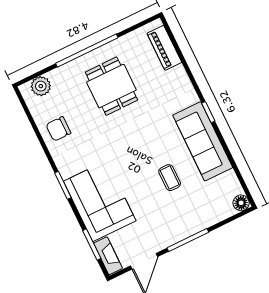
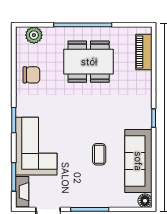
dining table: (111, 86) -> (89, 62), width x1.38
chair: (58, 129) -> (31, 75), turned 180
sofa: (203, 141) -> (138, 161), moved

